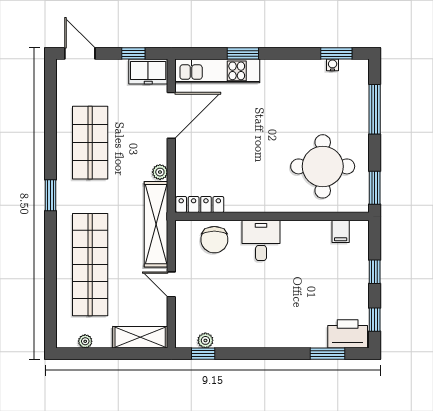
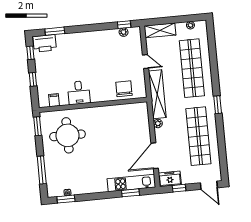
window: (243, 53) -> (131, 193), moved
shop shelf: (90, 143) -> (198, 136), width x1.40
locker: (200, 205) -> (134, 108), removed
desk: (261, 240) -> (79, 93), moved

